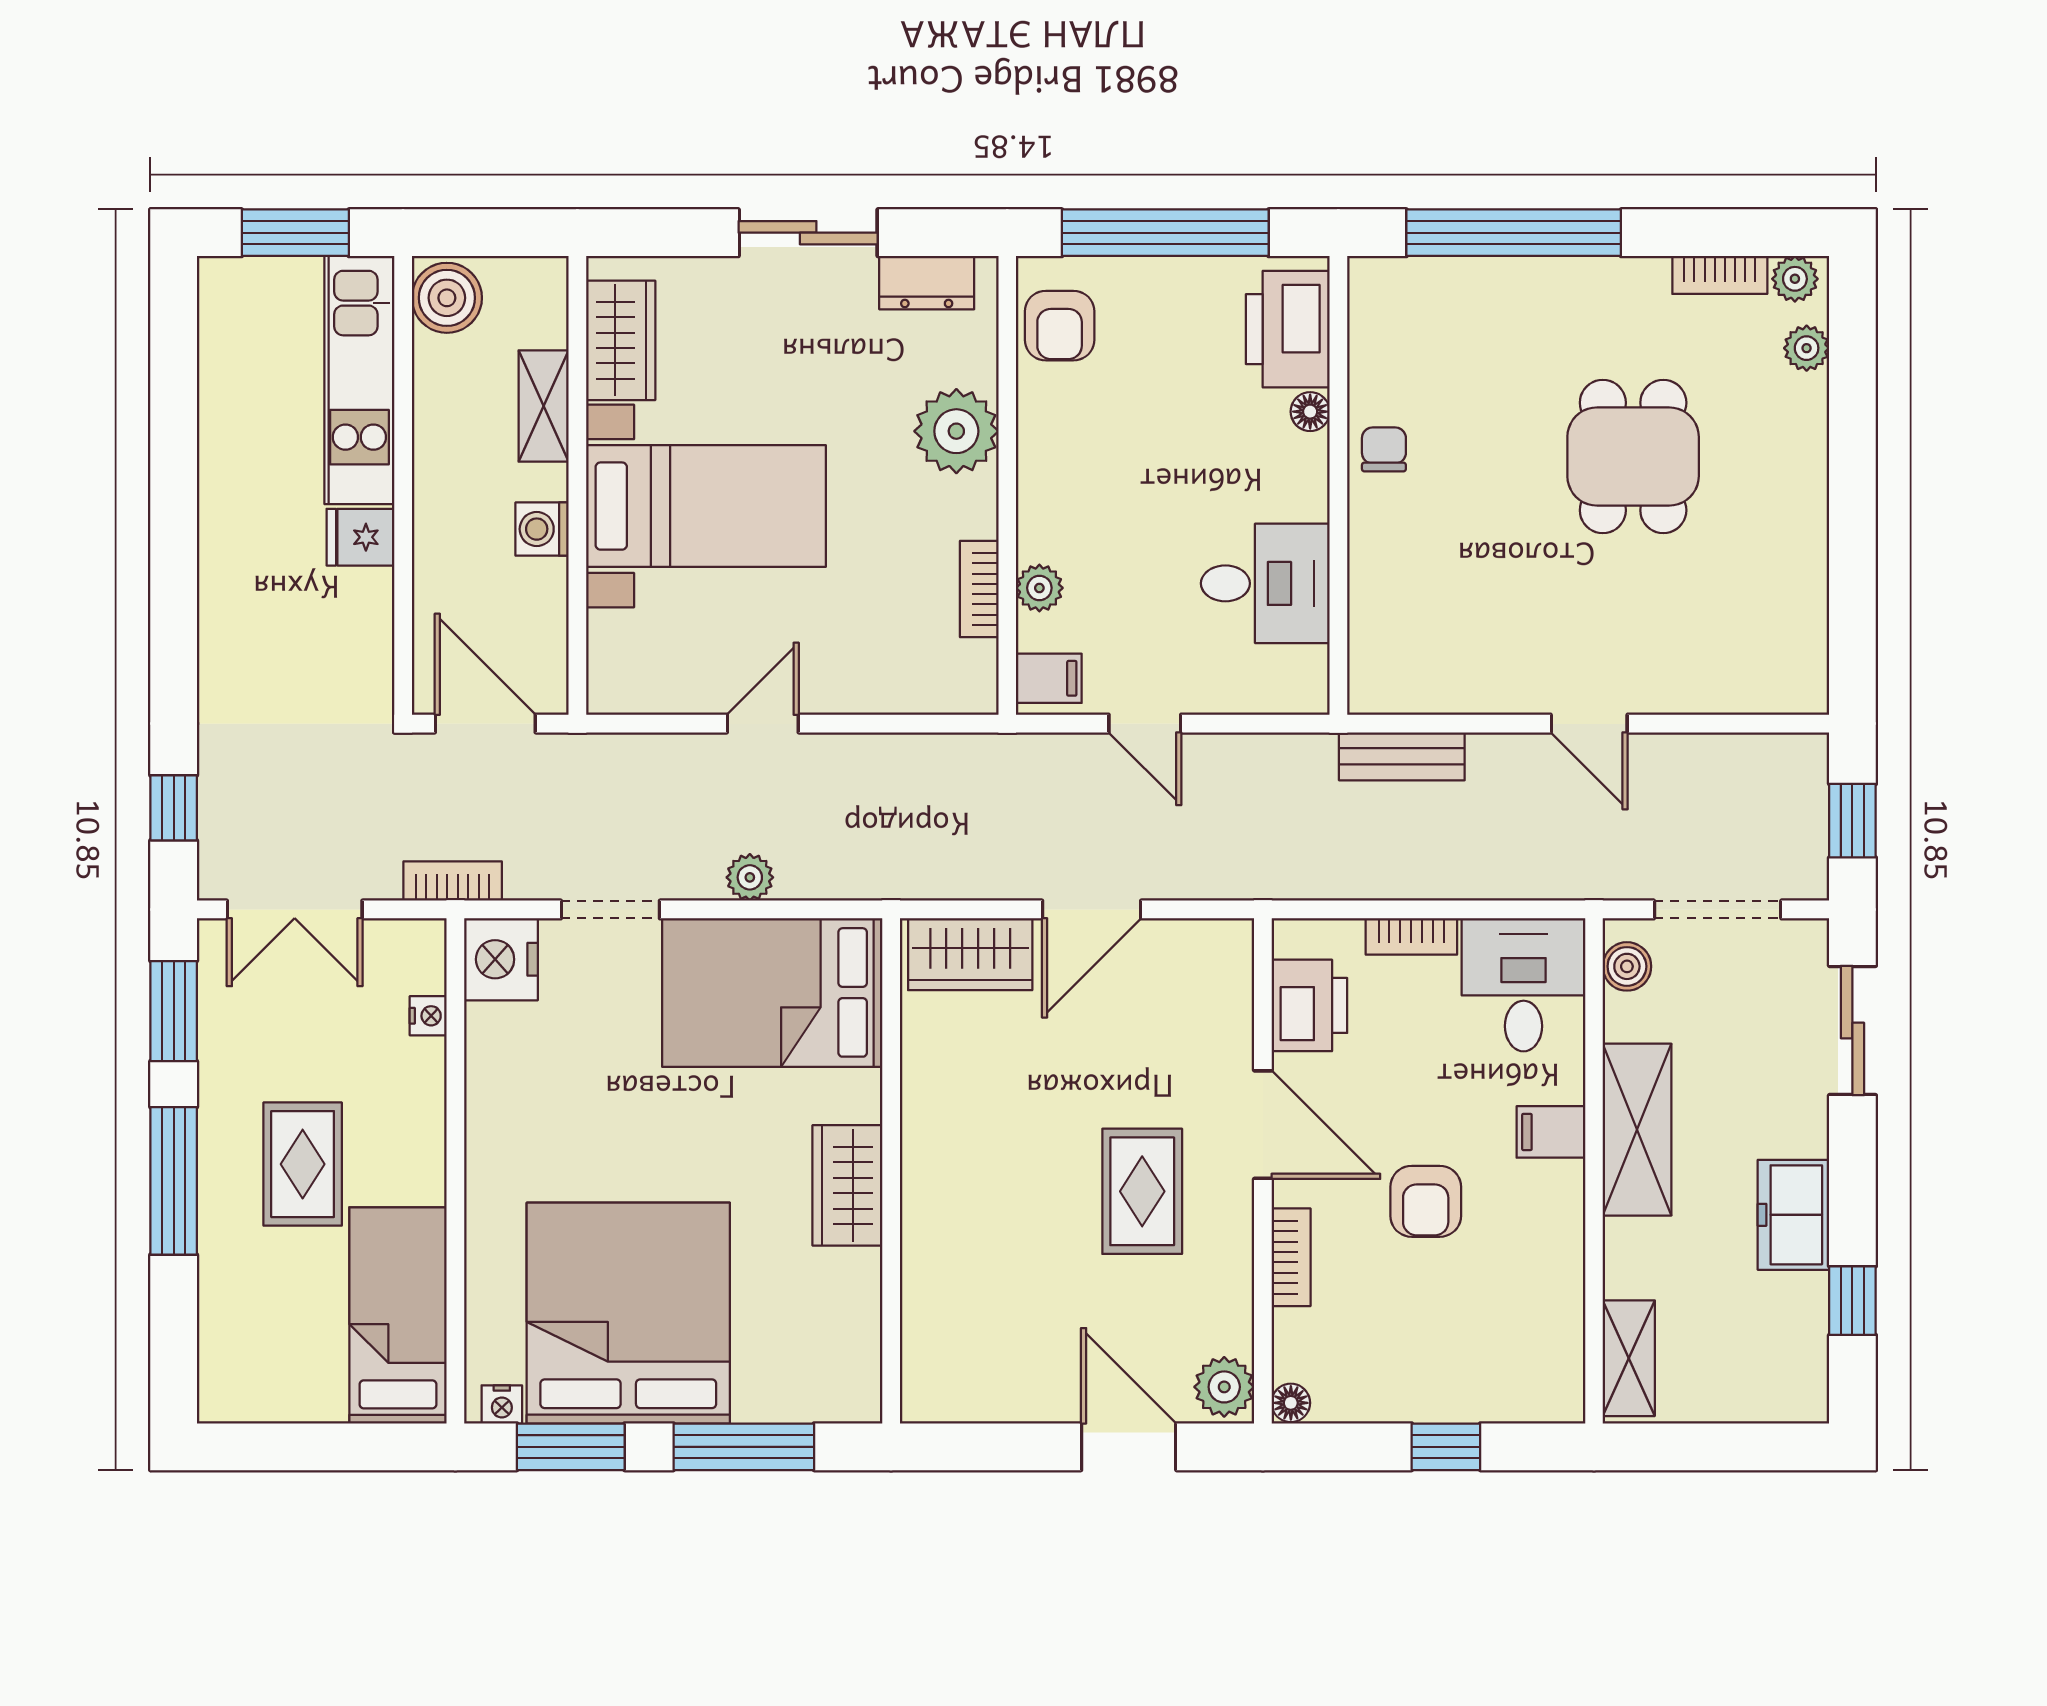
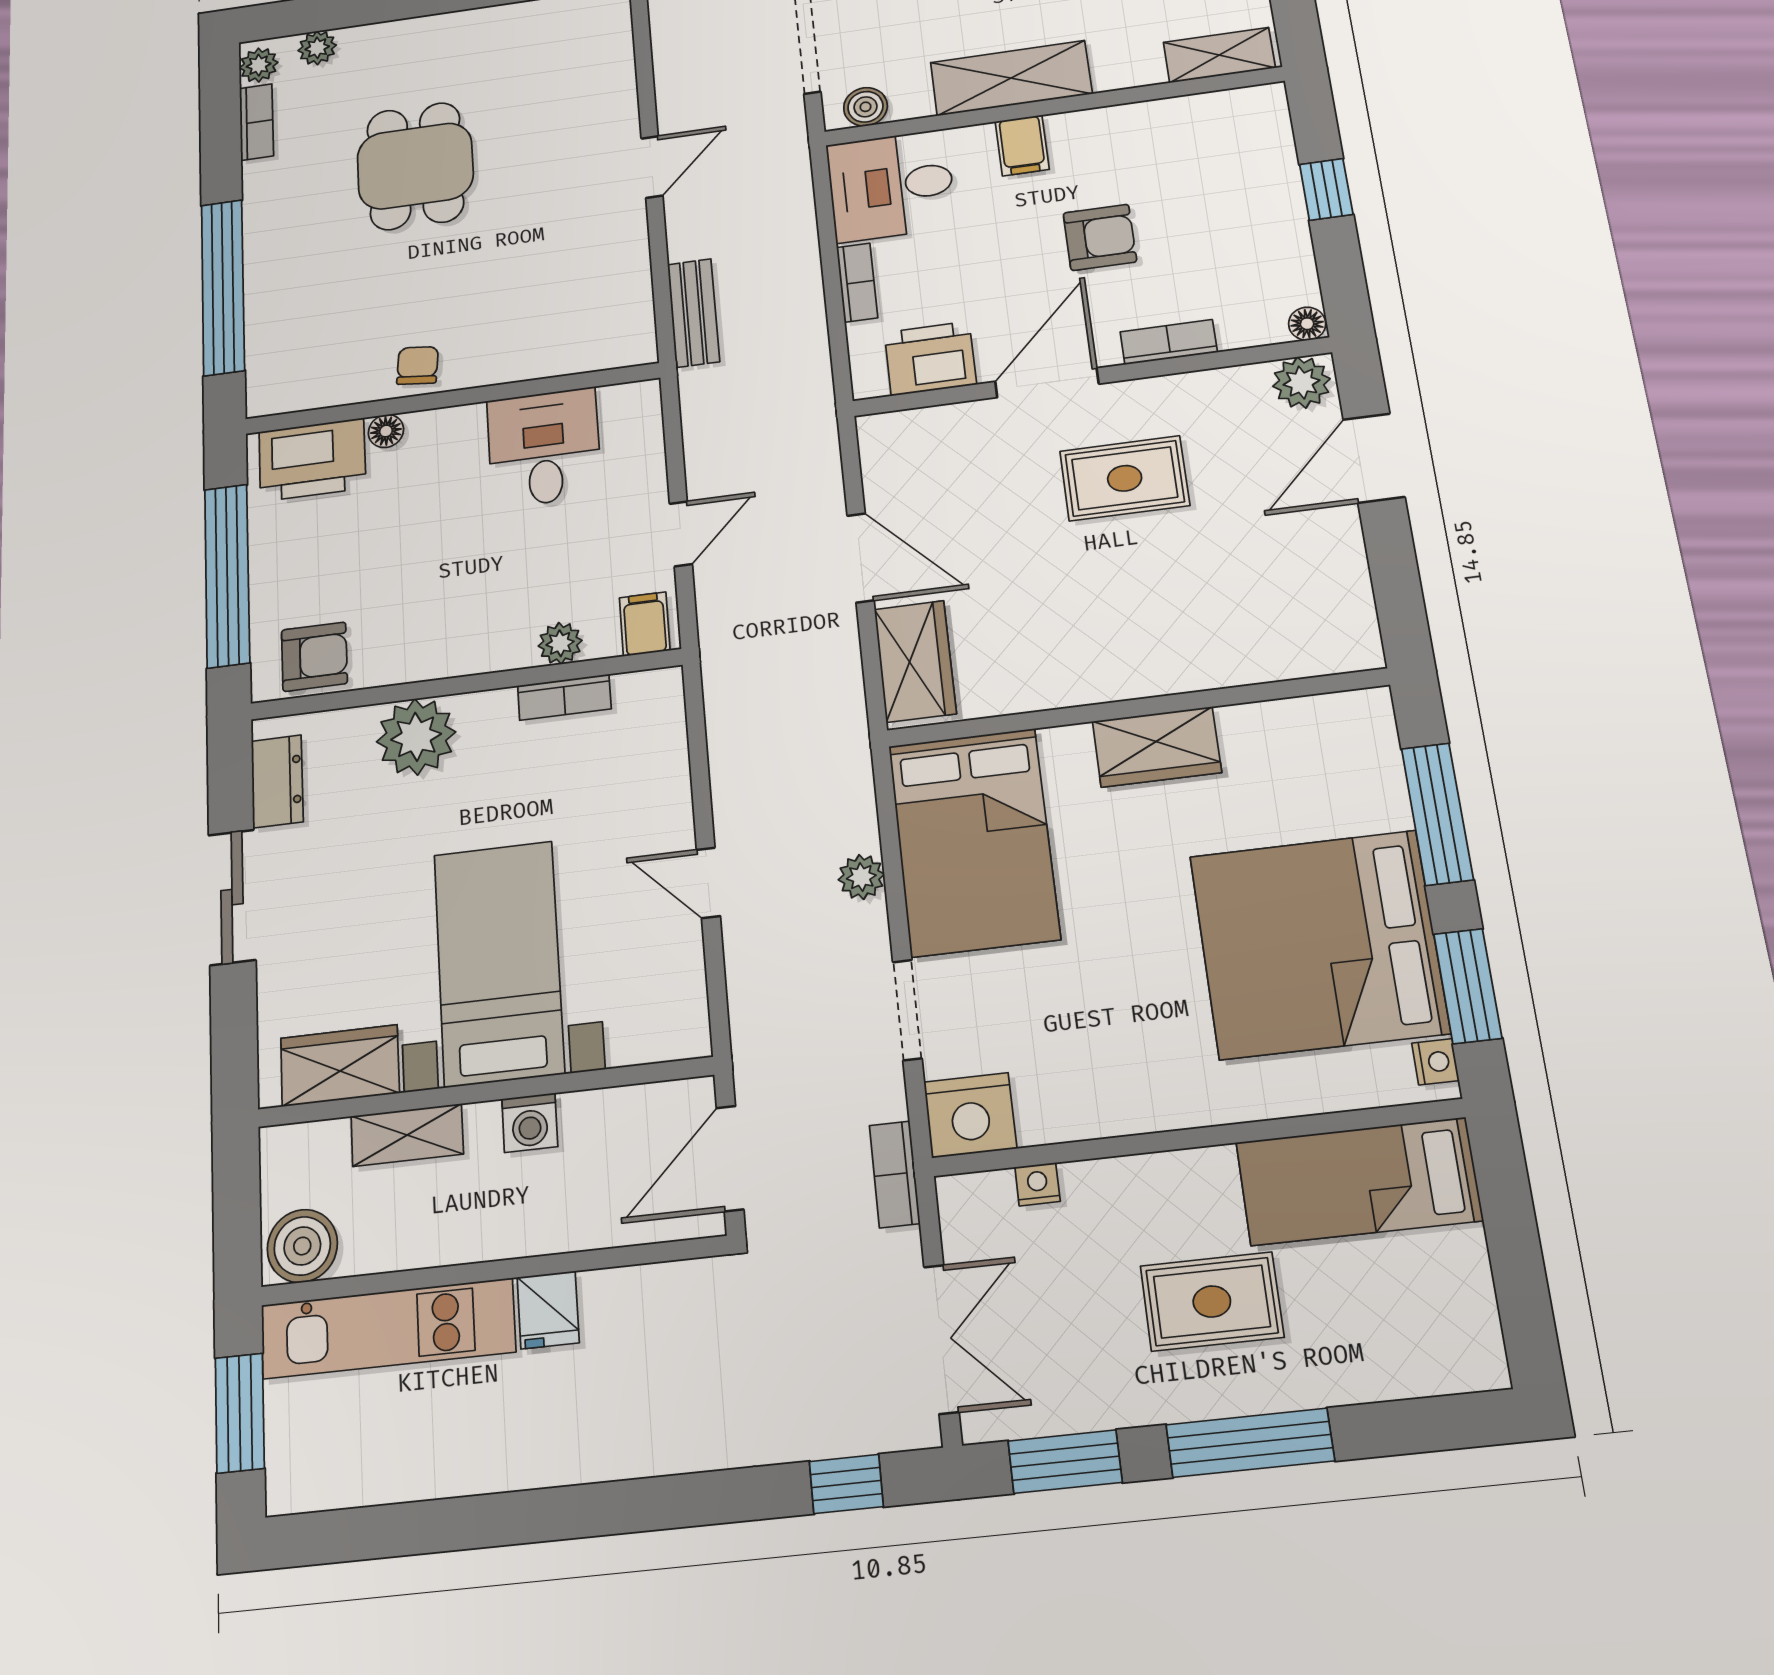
chair: (1384, 449) -> (417, 365), turned 96
dining table: (1633, 456) -> (415, 166), turned 90

